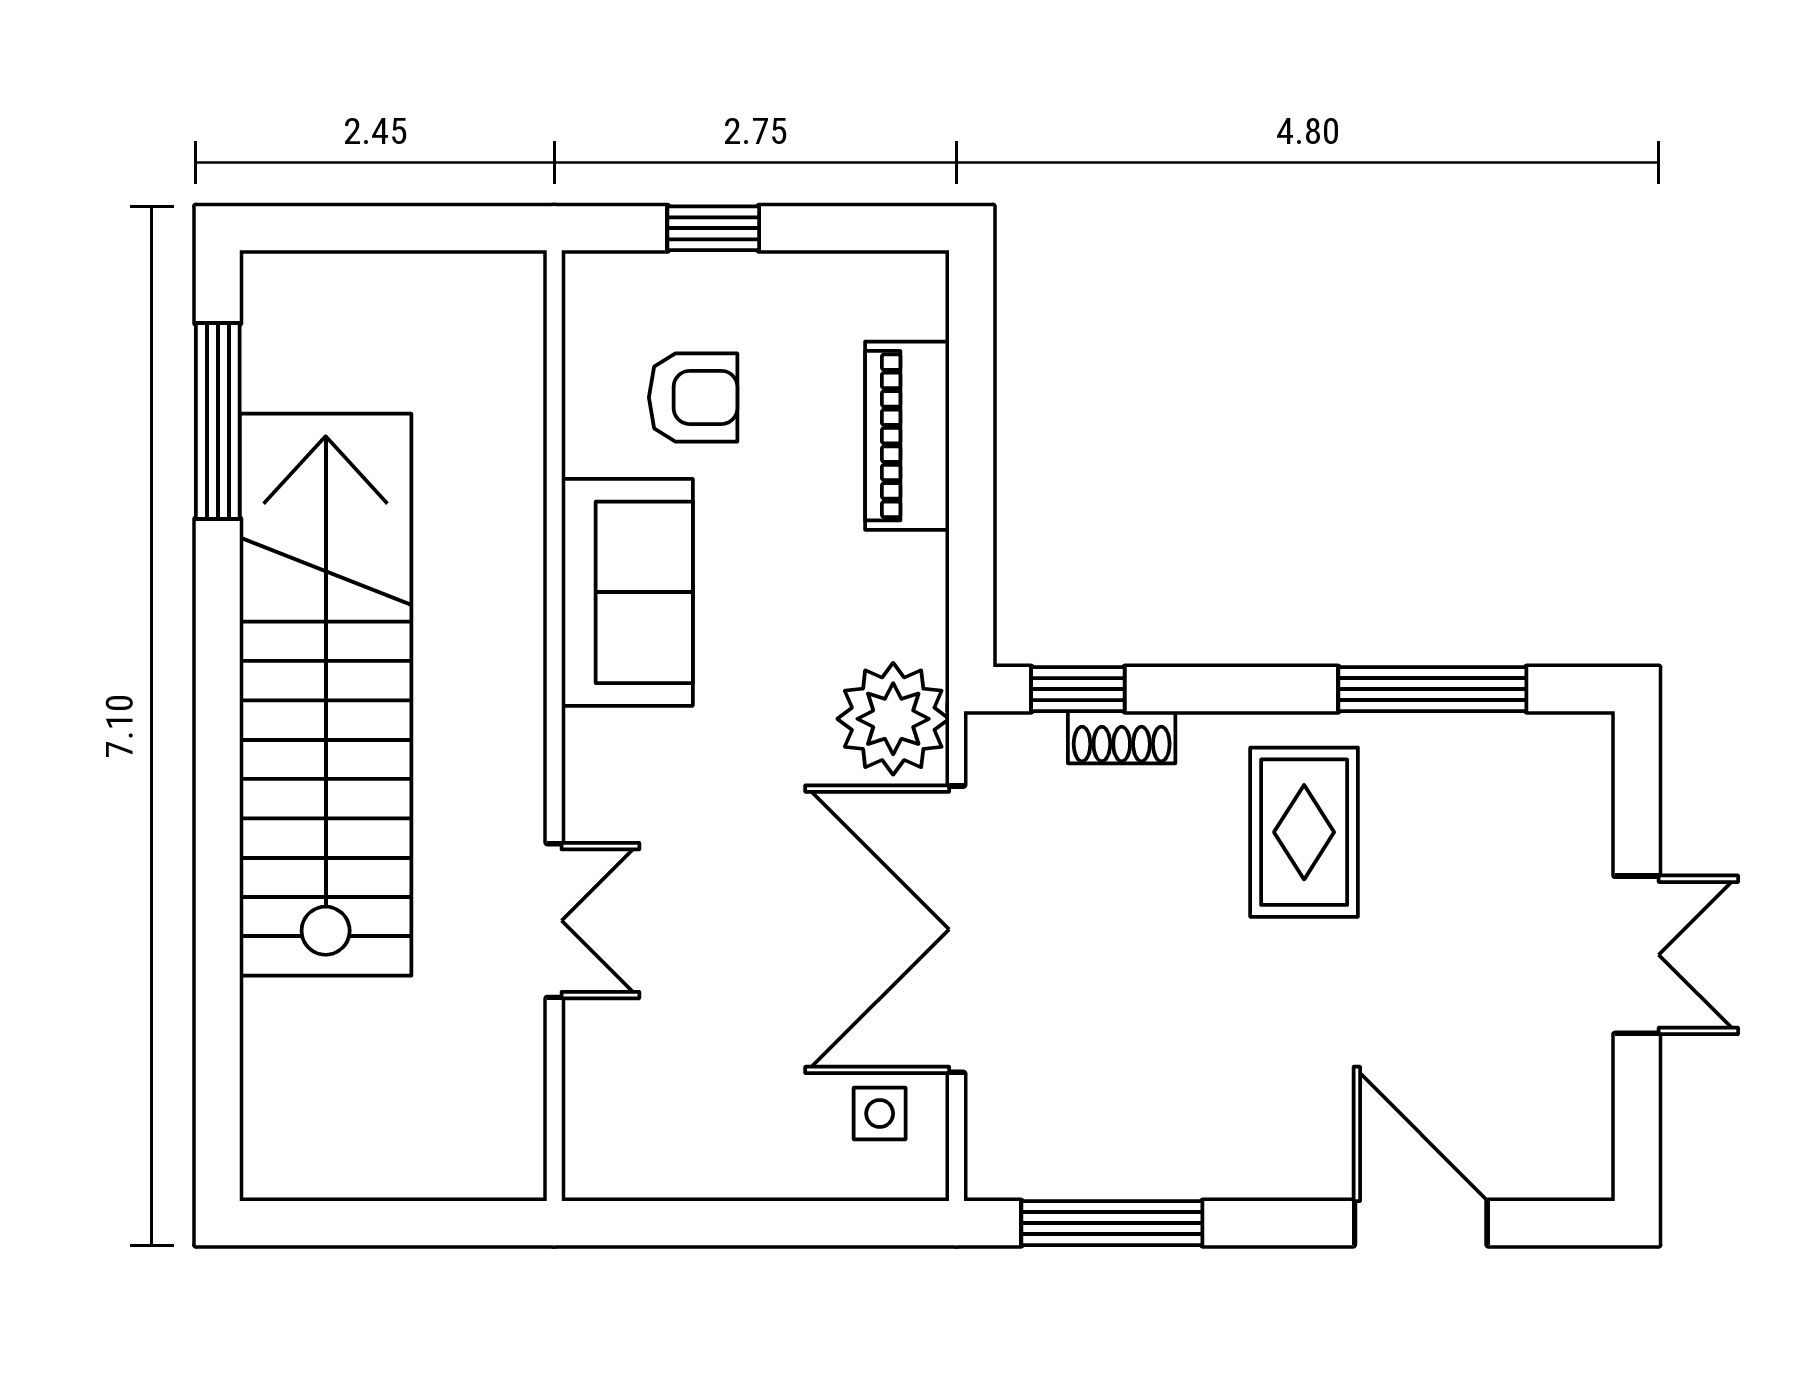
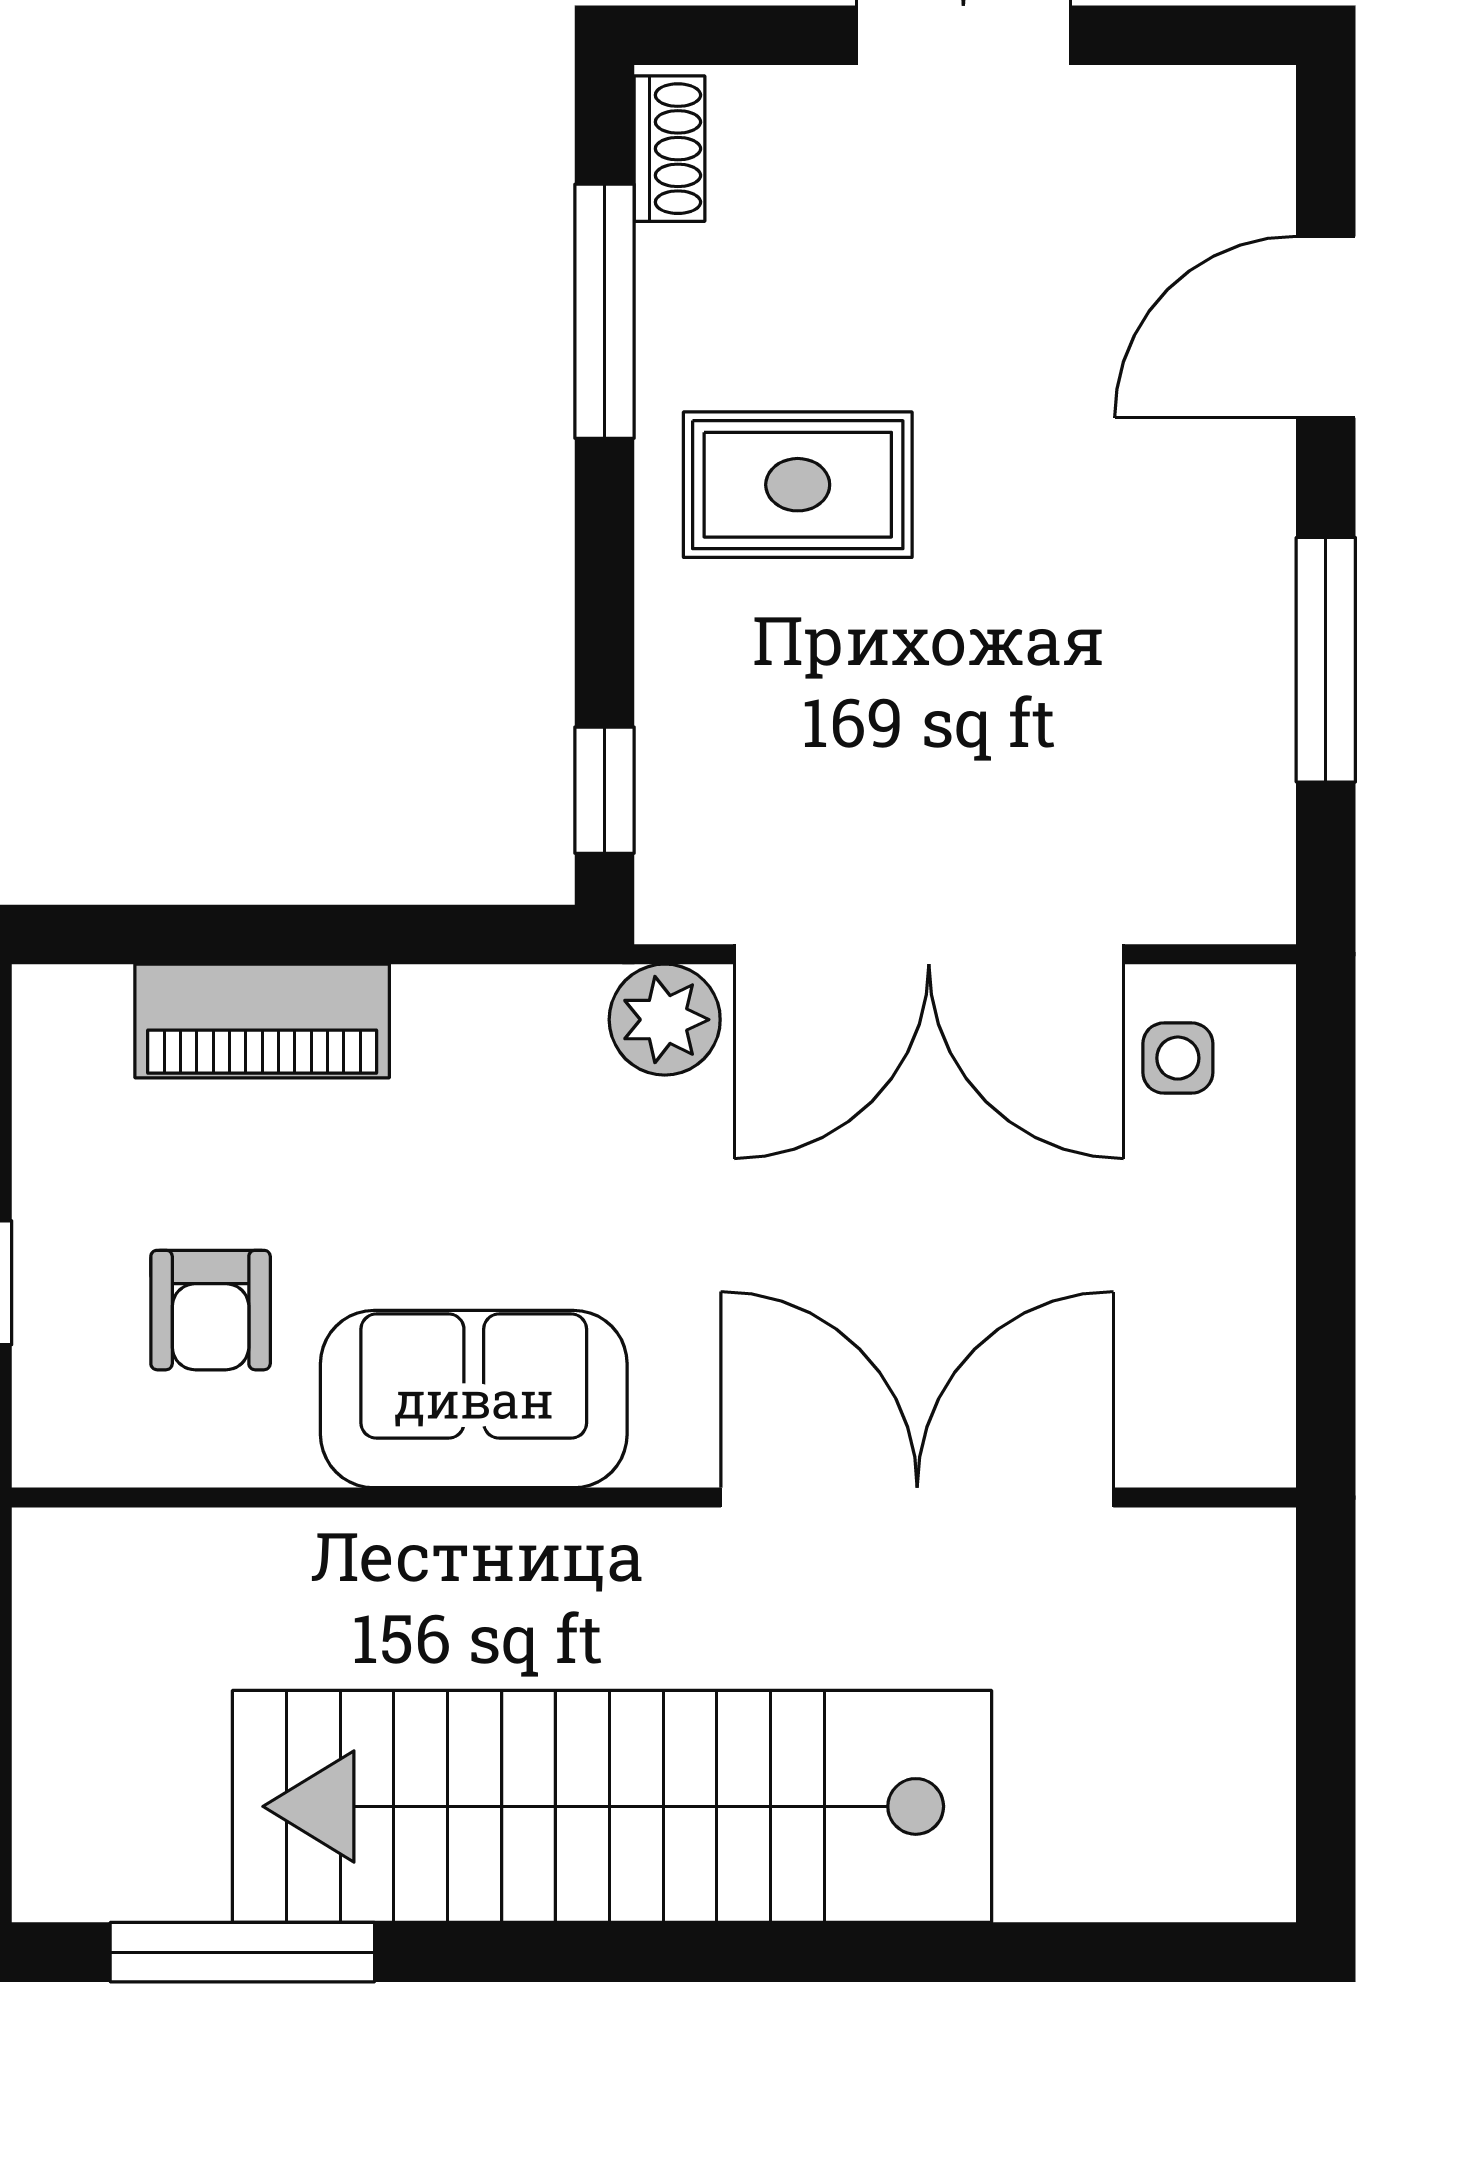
armchair: (693, 397) -> (211, 1310), turned 180
plant: (893, 719) -> (665, 1020), width x0.73, depth x0.73
shoe rack: (1122, 737) -> (669, 149), moved
double door: (554, 921) -> (917, 1498), width x1.87
window: (1112, 1223) -> (1326, 660), moved

